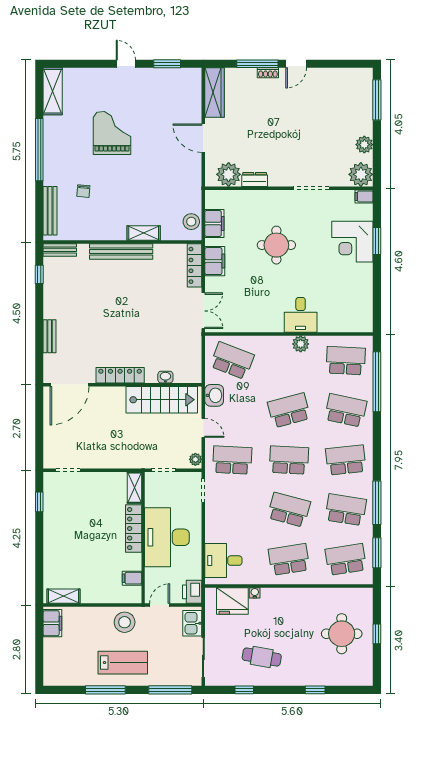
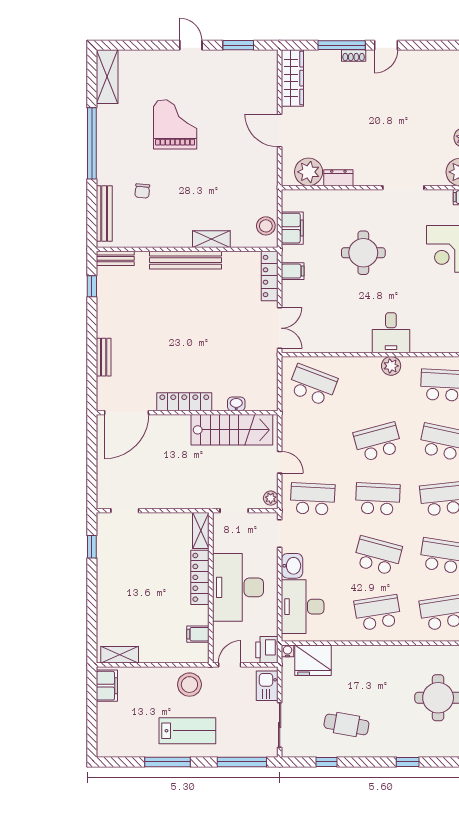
filing cabinet: (215, 261) -> (293, 271), width x0.50
washbasin: (214, 395) -> (292, 566), moved
desk: (223, 561) -> (303, 607), width x1.37
water cooler: (255, 593) -> (287, 651), moved

